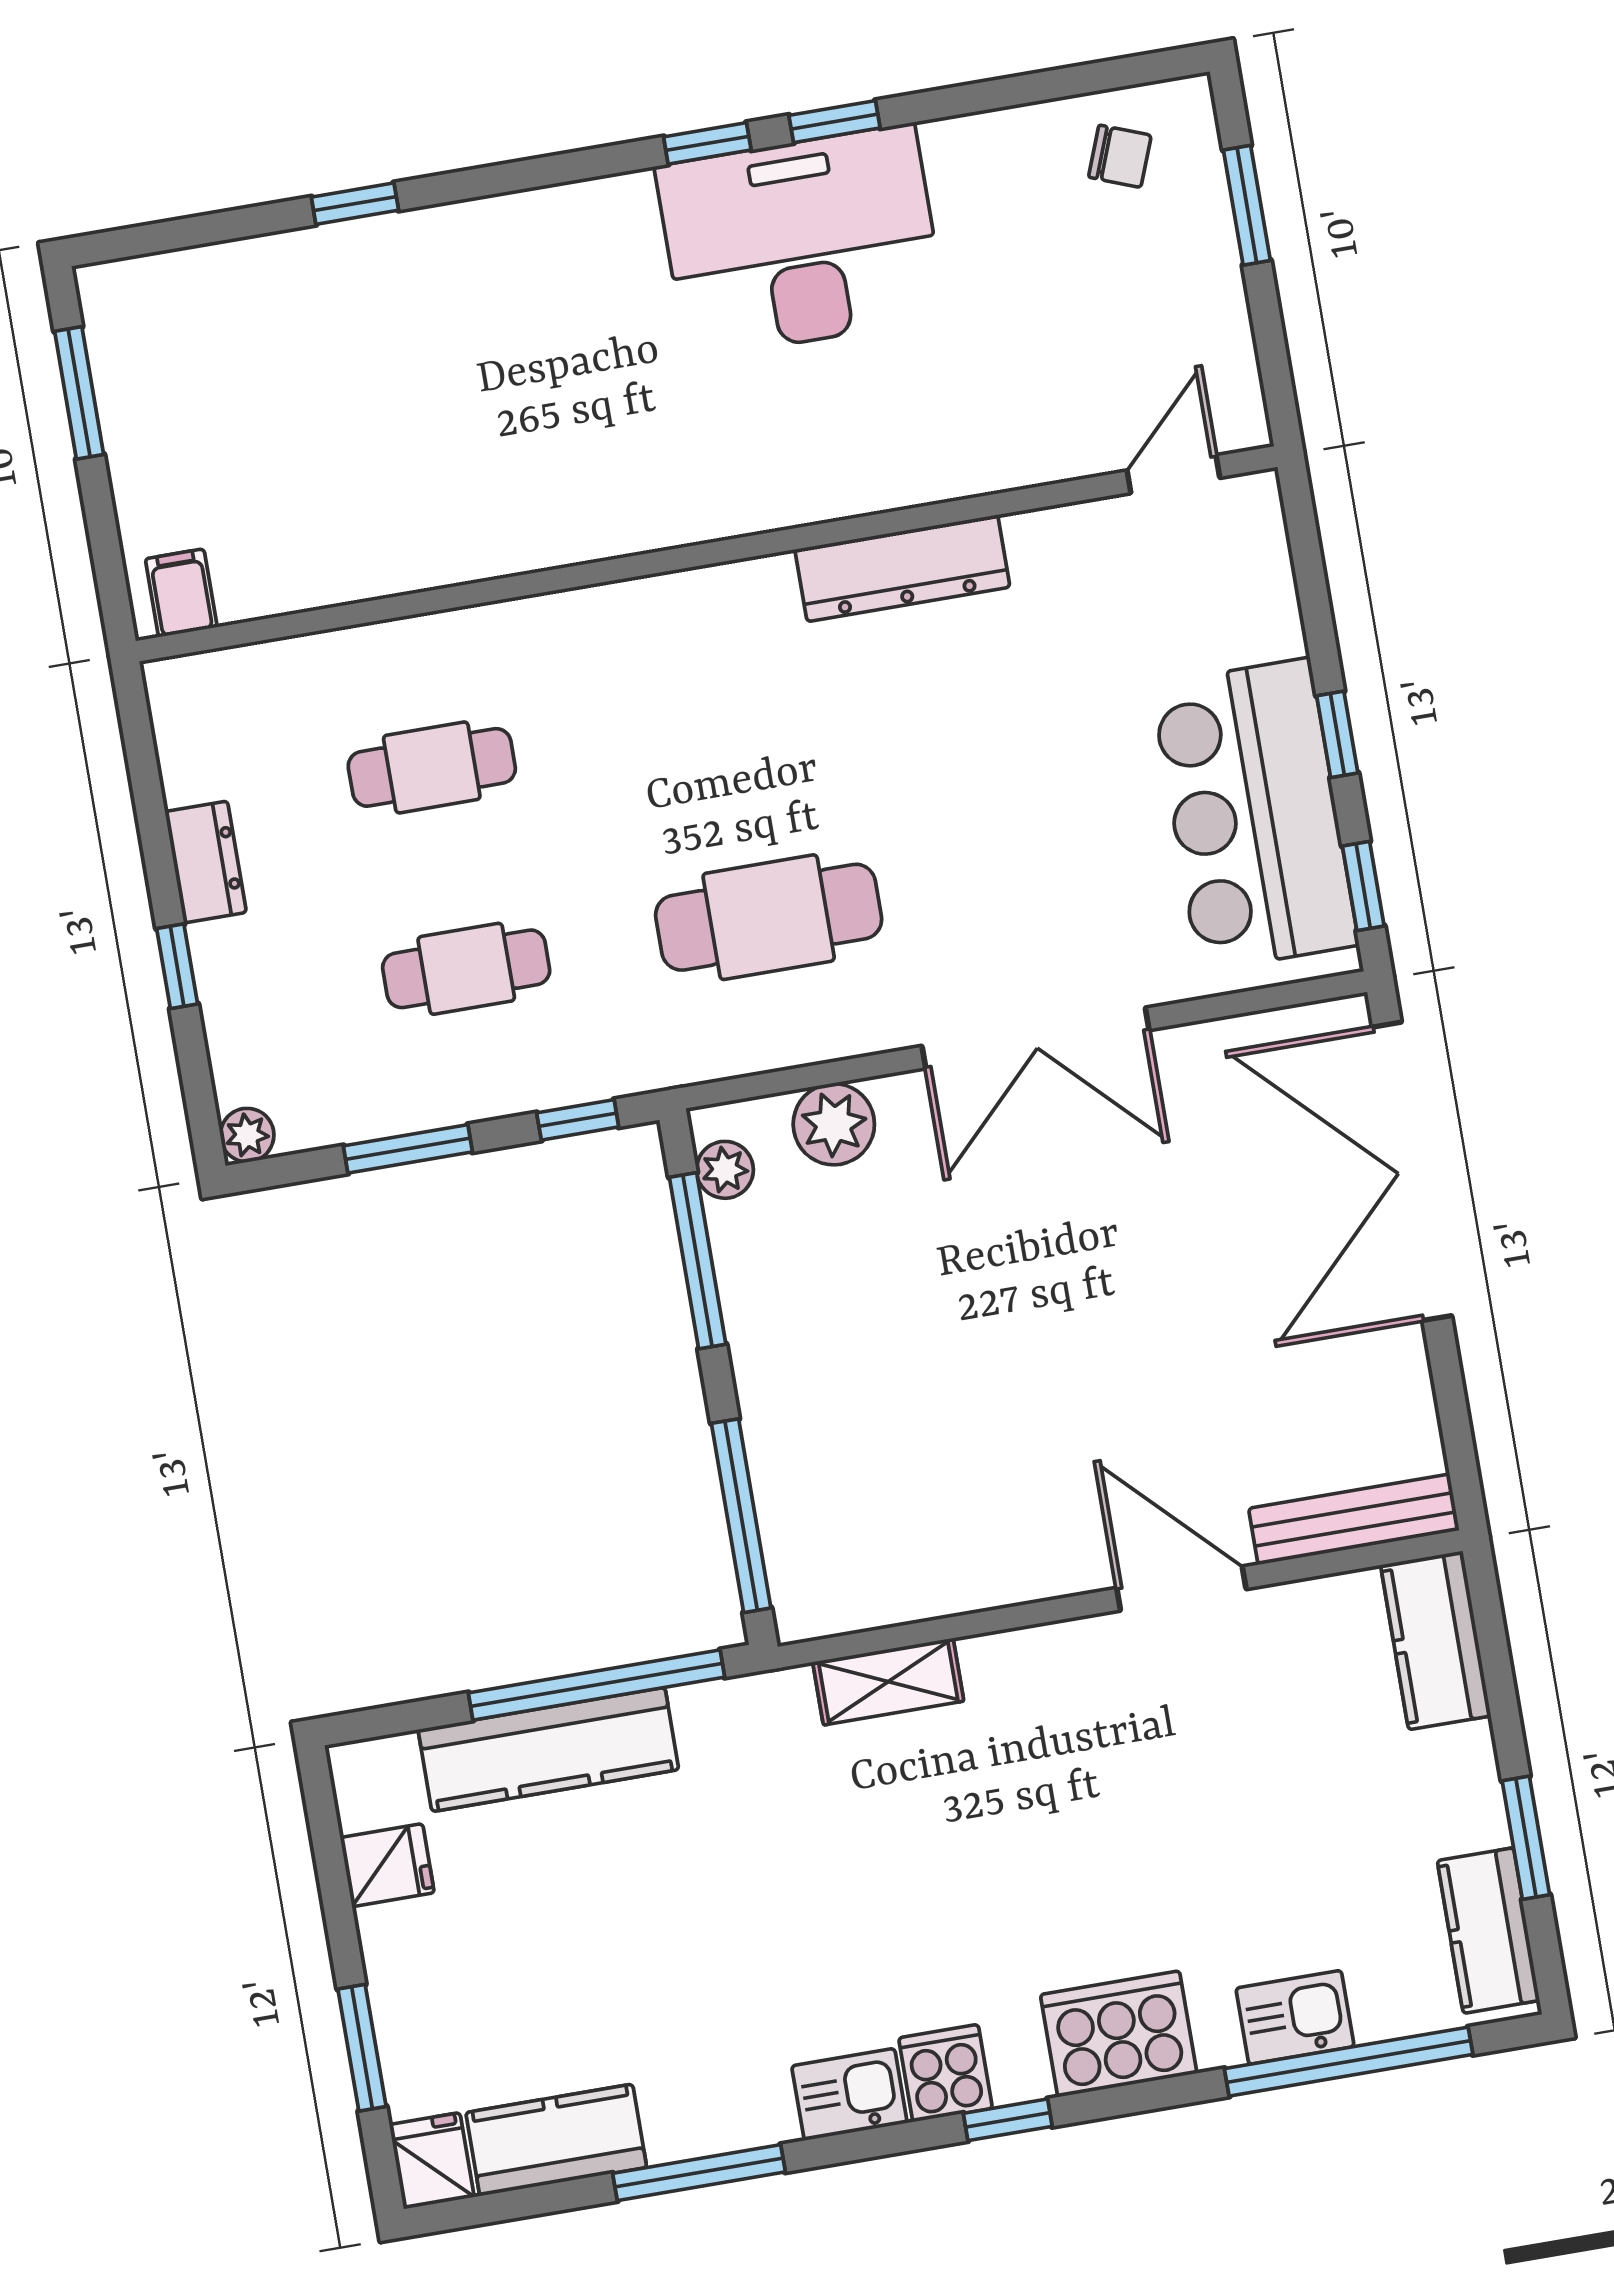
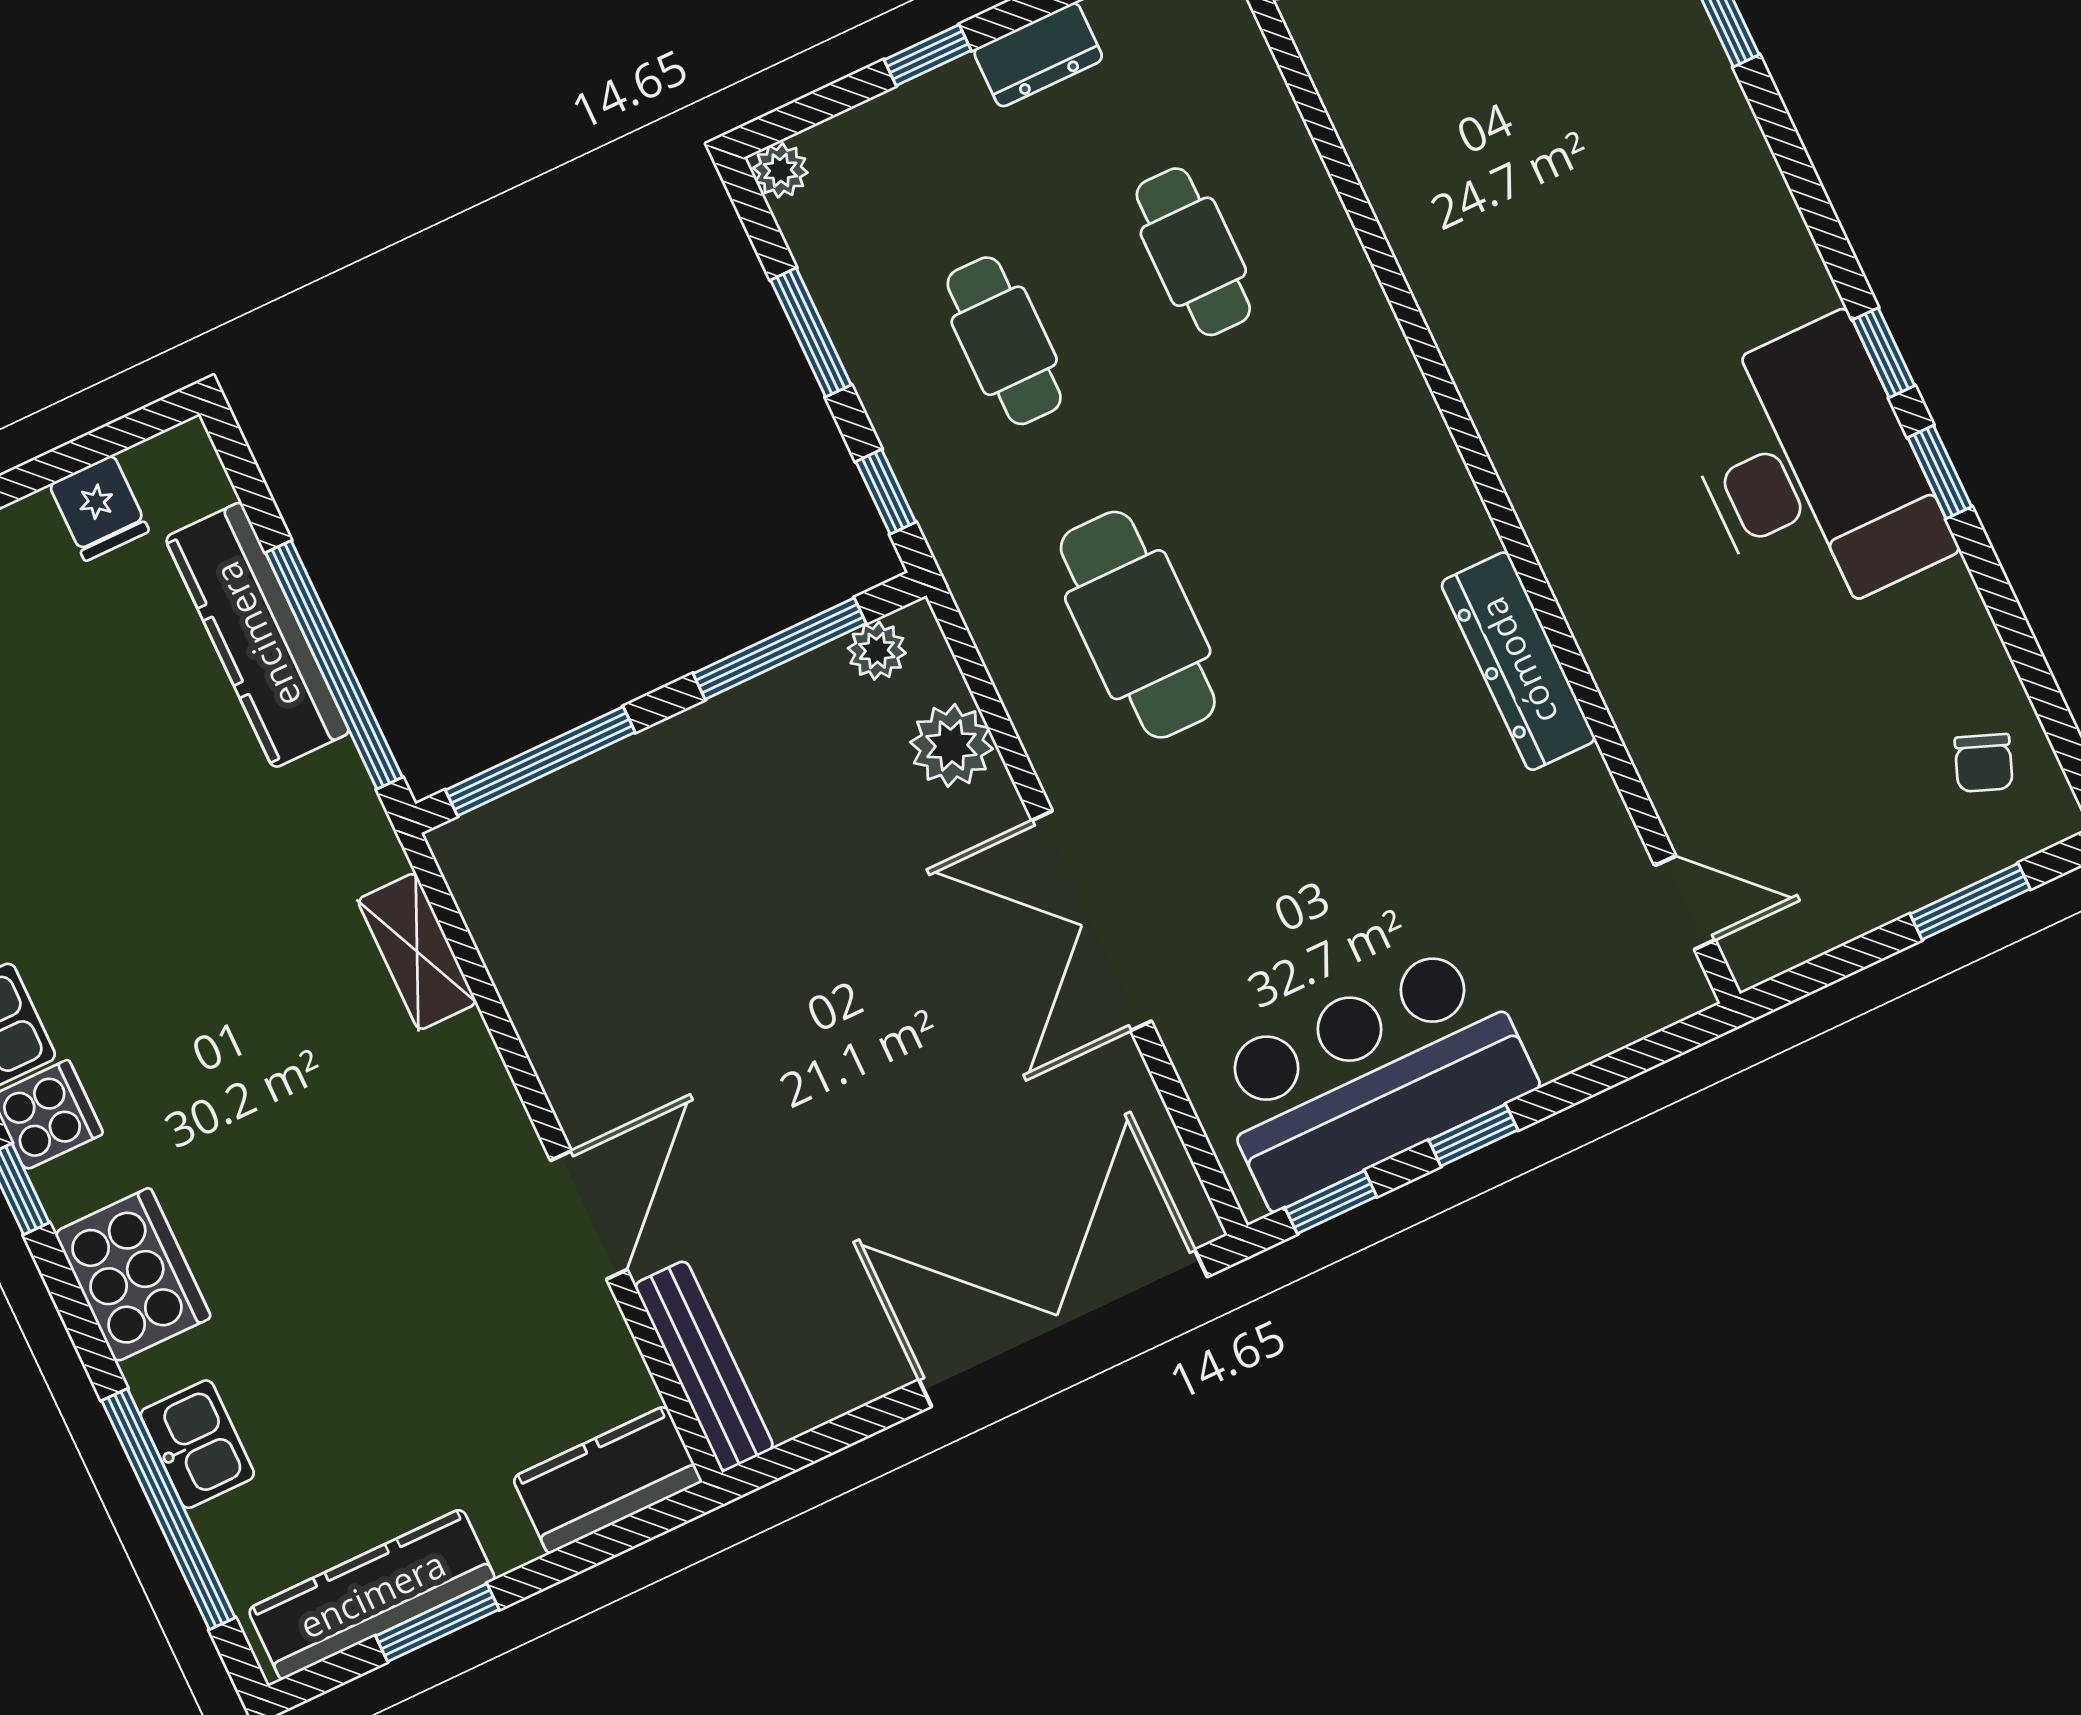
kitchen counter: (1488, 1931) -> (372, 1594), width x1.50

